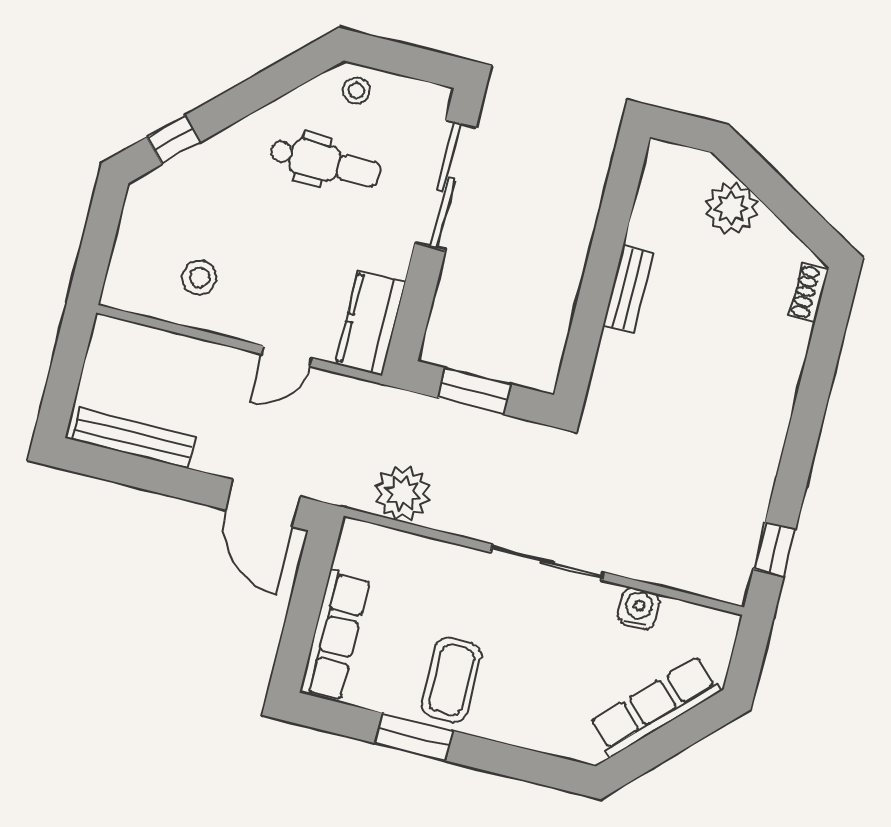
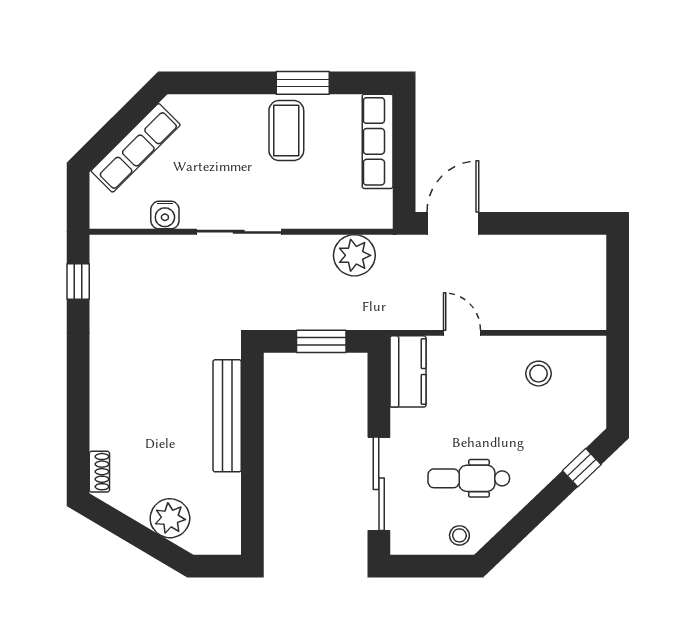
bench: (628, 289) -> (227, 416), width x1.86, depth x1.21
door: (287, 356) -> (462, 333), hinge flipped
bench: (134, 438) -> (557, 247), removed
door: (263, 503) -> (453, 223), hinge flipped

